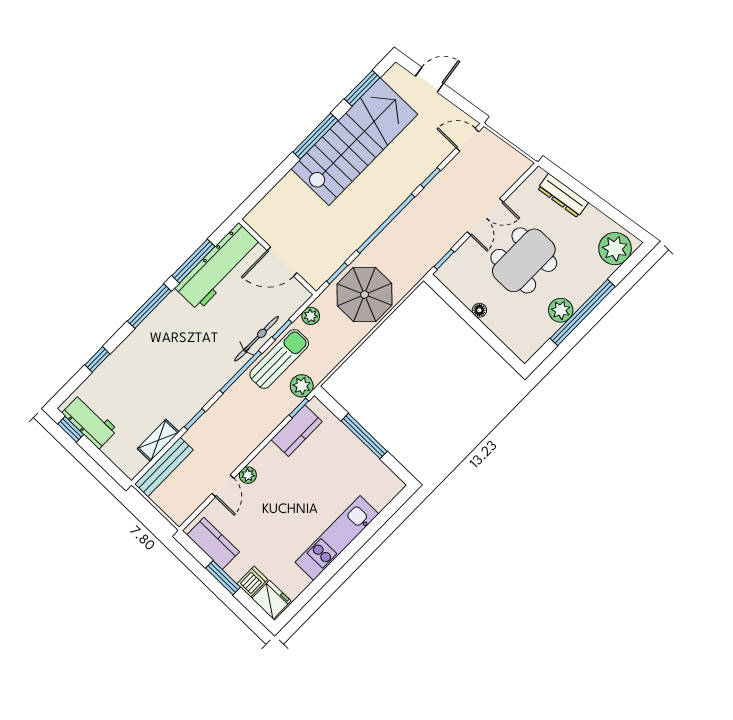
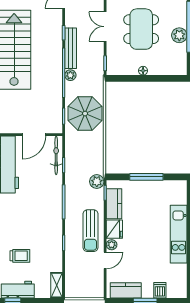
double door: (485, 217) -> (105, 27), swing flipped
plant: (311, 316) -> (70, 75), moved
bicycle: (257, 339) -> (56, 155), moved
sun lounger: (279, 359) -> (91, 231), moved, turned 180
trolley: (130, 385) -> (20, 256), added
shelving: (158, 440) -> (57, 285), moved
bench: (164, 467) -> (71, 48), moved
door: (223, 486) -> (105, 260), hinge flipped
fridge: (271, 600) -> (114, 229), moved, turned 90

